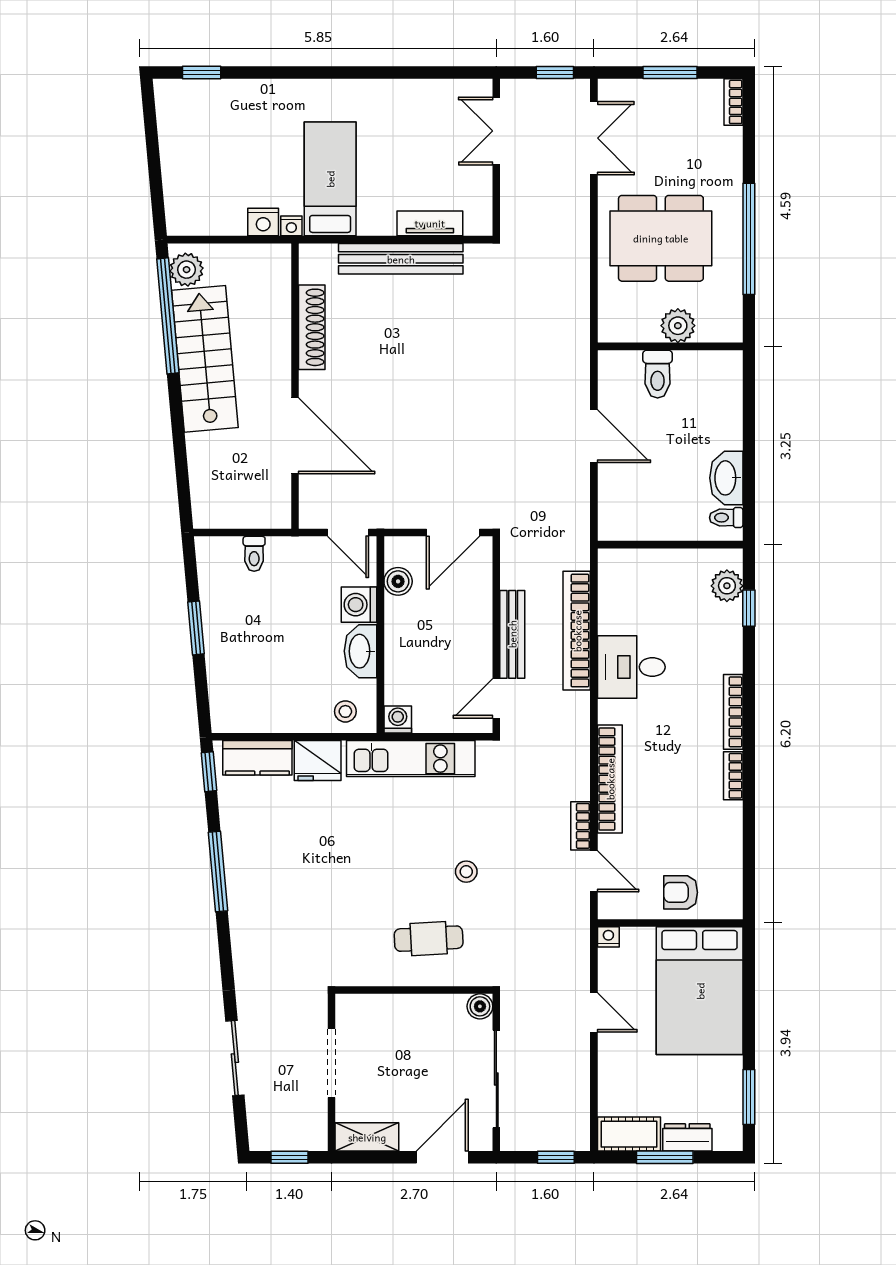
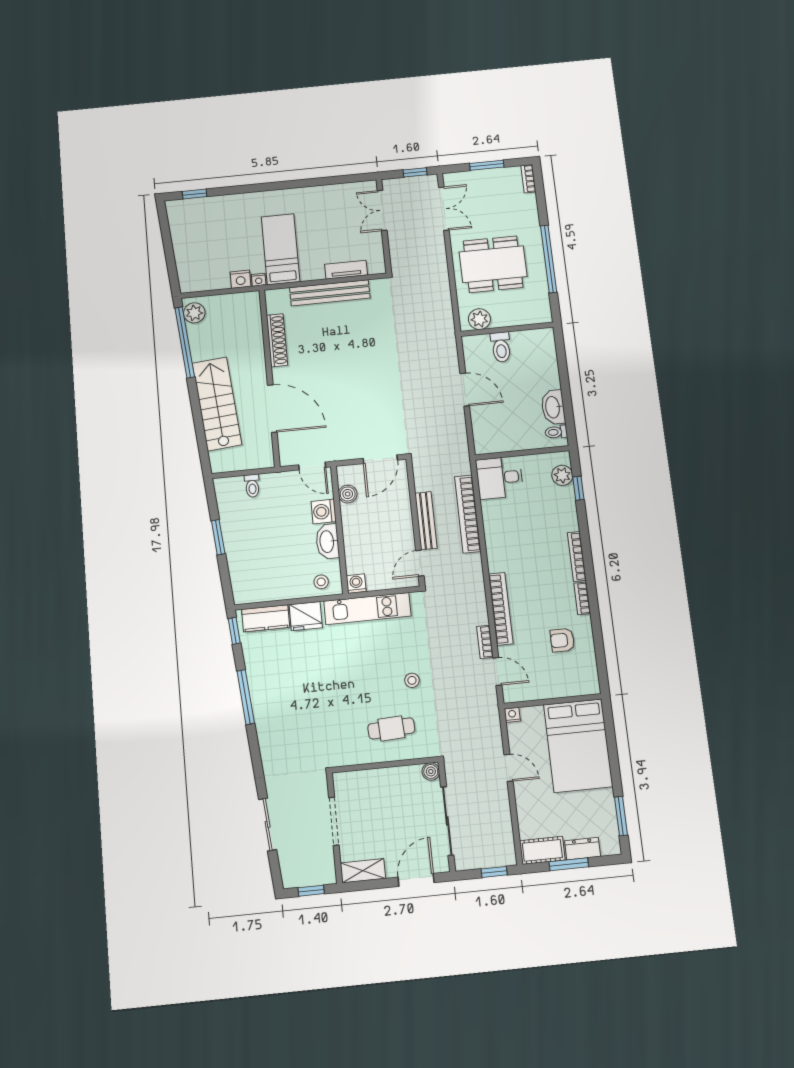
plant: (678, 326) -> (479, 319), moved
stairs: (205, 359) -> (217, 404), moved
desk: (631, 667) -> (500, 478), moved
armchair: (681, 892) -> (562, 640), moved

